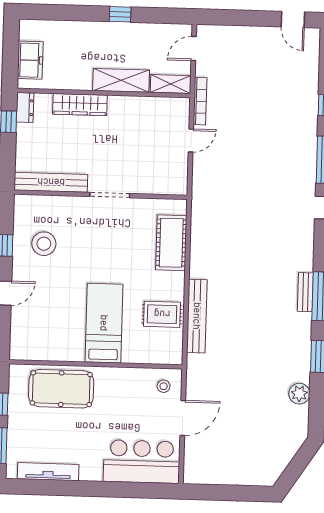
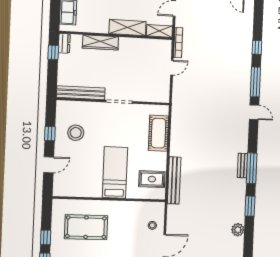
bed: (104, 323) -> (115, 172), moved
wall: (96, 364) -> (109, 199), moved

